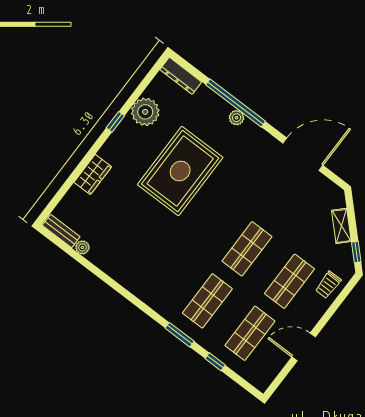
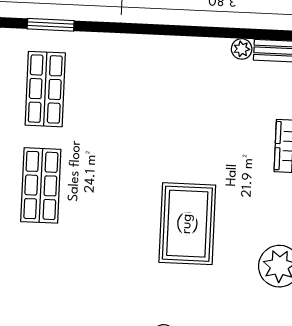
rug: (180, 171) -> (187, 224), width x0.73, depth x0.69

